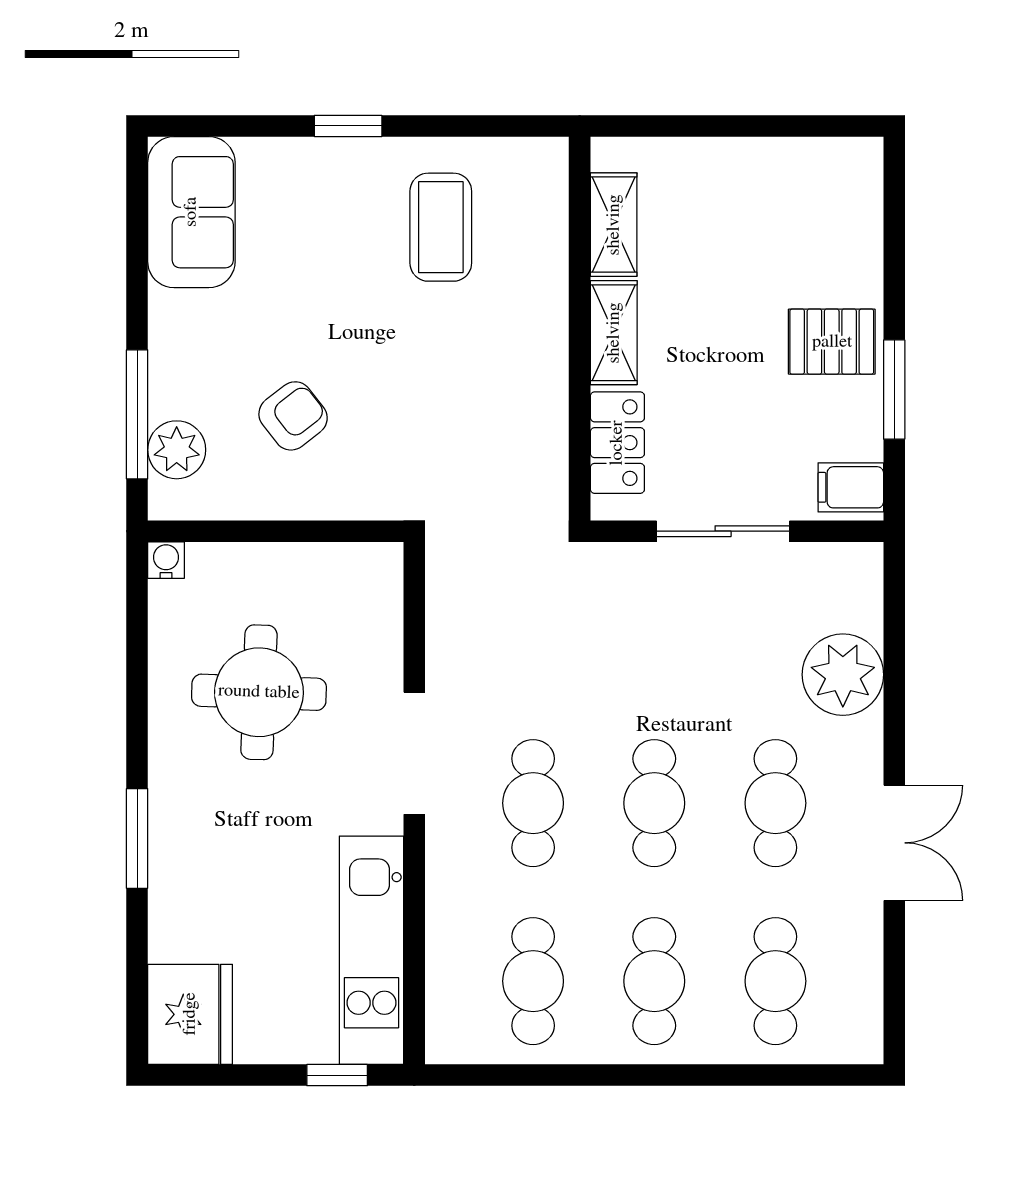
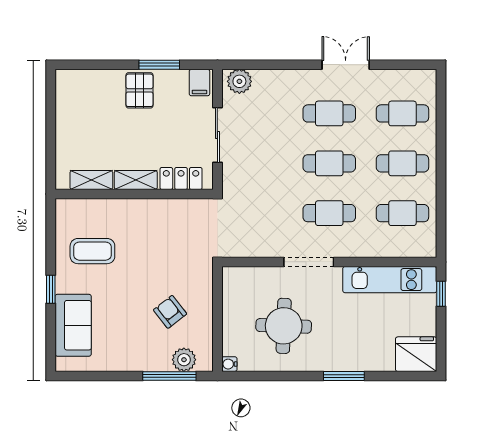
sofa: (191, 212) -> (73, 325), moved, turned 90
plant: (843, 675) -> (239, 81), moved, width x0.73, depth x0.73

